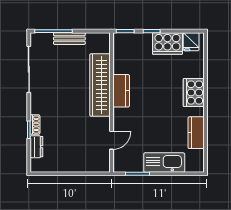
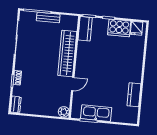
kitchen counter: (121, 91) -> (85, 29), moved
cooker: (194, 93) -> (135, 65), removed
door: (111, 140) -> (73, 84), moved
dresser: (36, 147) -> (16, 104), moved
kitchen sink: (164, 162) -> (96, 113), moved
plant: (103, 165) -> (64, 112), added

